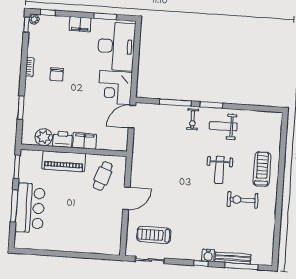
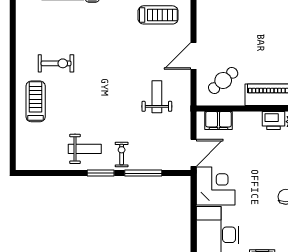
filing cabinet: (84, 141) -> (218, 120), moved
treadmill: (262, 169) -> (36, 101), turned 180
weight bench: (219, 170) -> (157, 97), moved
cafe table: (103, 176) -> (223, 80), turned 31

